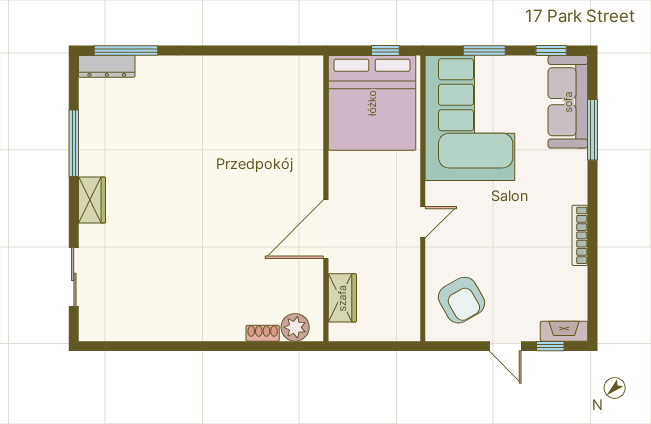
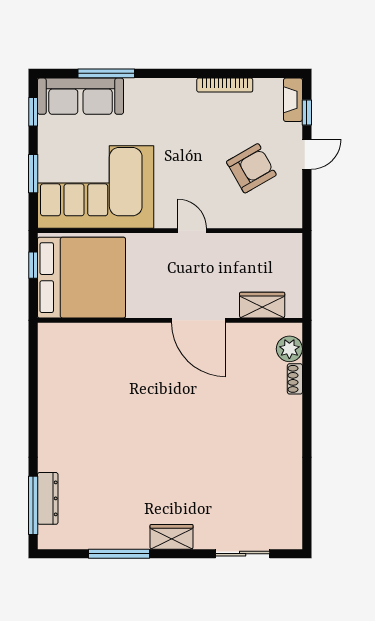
dresser: (107, 66) -> (48, 498), moved
bookcase: (580, 235) -> (225, 85), moved
armchair: (462, 300) -> (251, 168), moved

